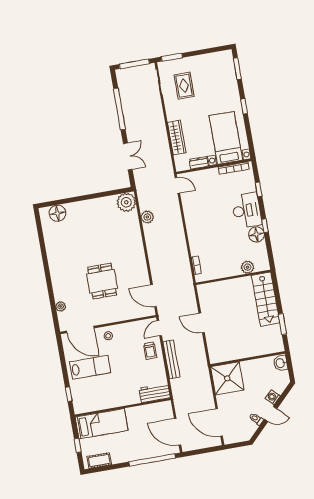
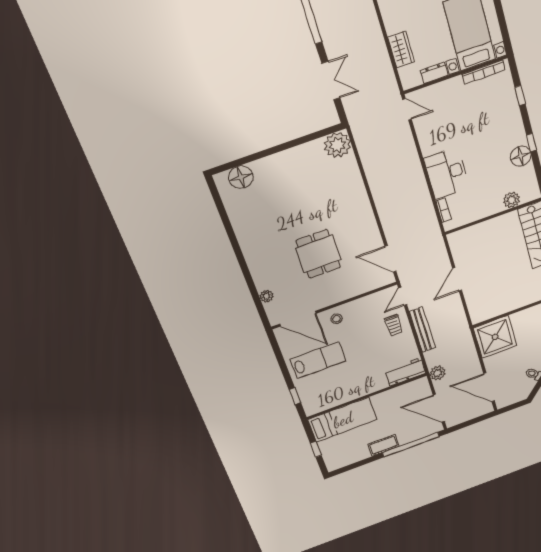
wardrobe: (177, 138) -> (401, 50), width x0.67
desk: (247, 210) -> (447, 173), moved, turned 180
plant: (147, 217) -> (438, 373), moved
door: (202, 323) -> (457, 279), hinge flipped
cot: (99, 461) -> (384, 445), moved

